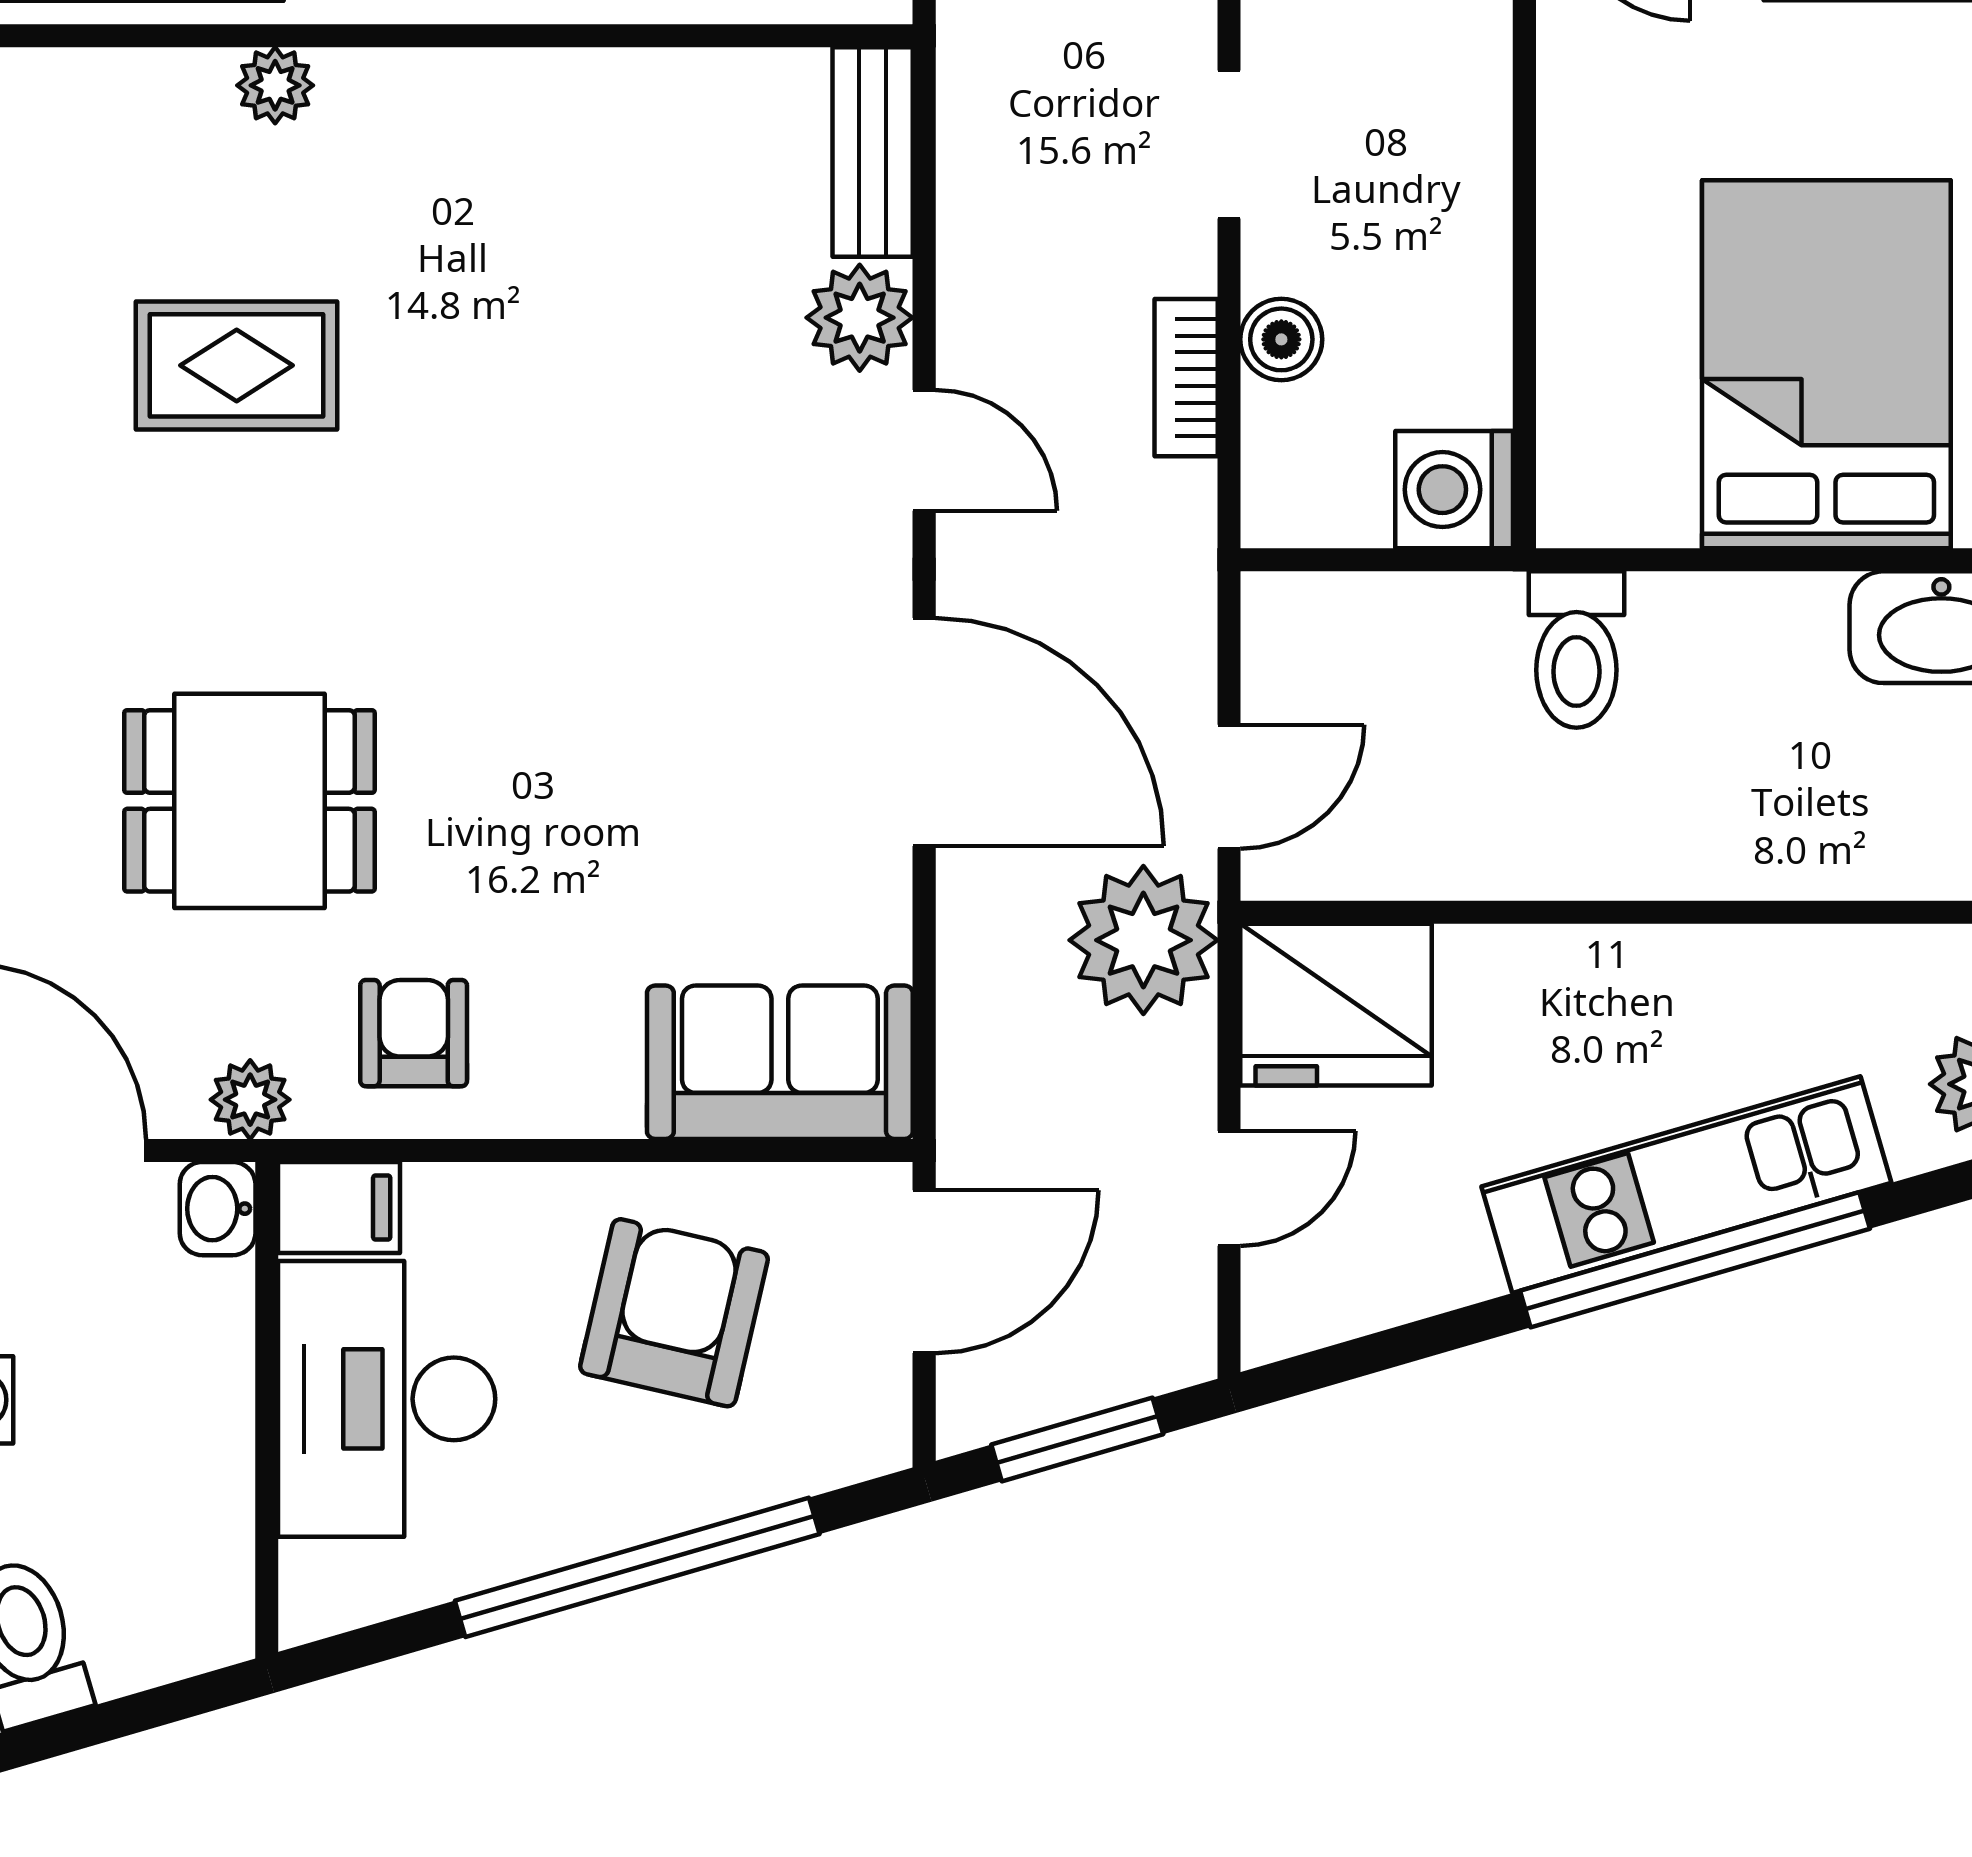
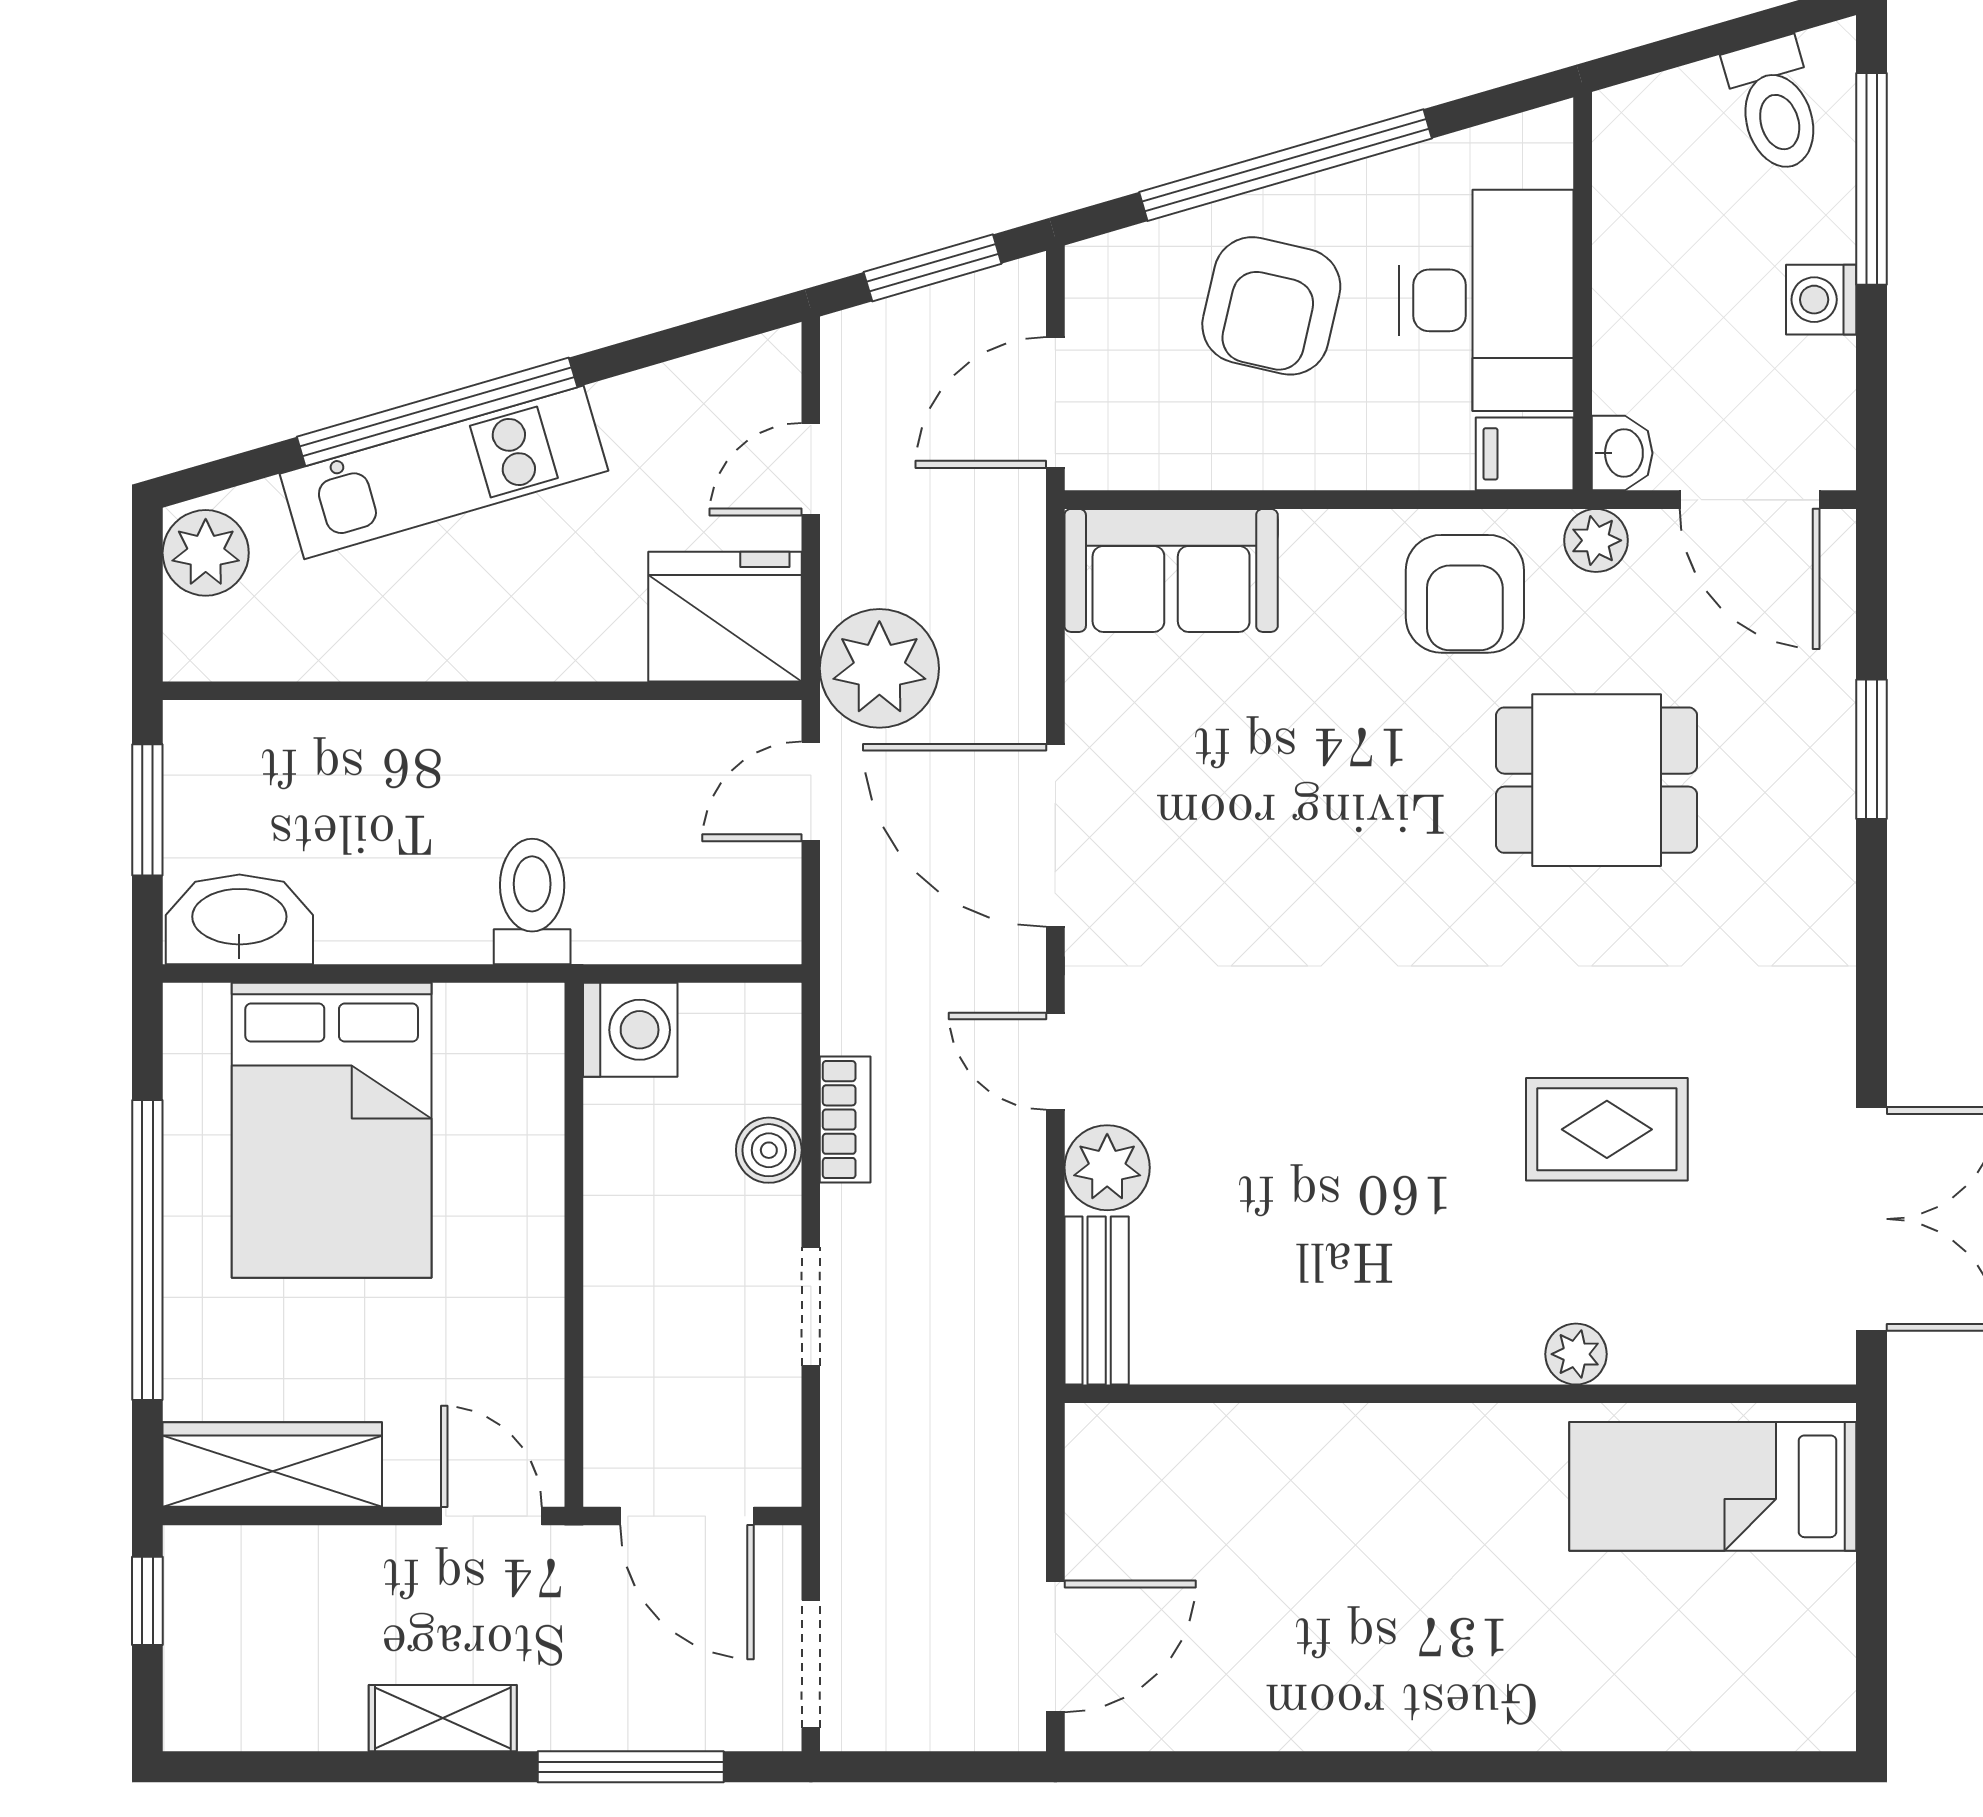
armchair: (414, 1033) -> (1465, 594), width x1.38, depth x1.38
armchair: (674, 1313) -> (1271, 306), moved

